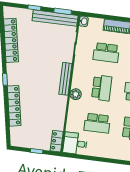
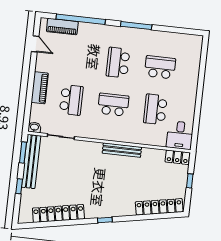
bench: (65, 79) -> (122, 150), moved
plant: (76, 94) -> (121, 136), removed
locker: (14, 106) -> (159, 207), moved
school desk: (97, 123) -> (155, 109), turned 180

